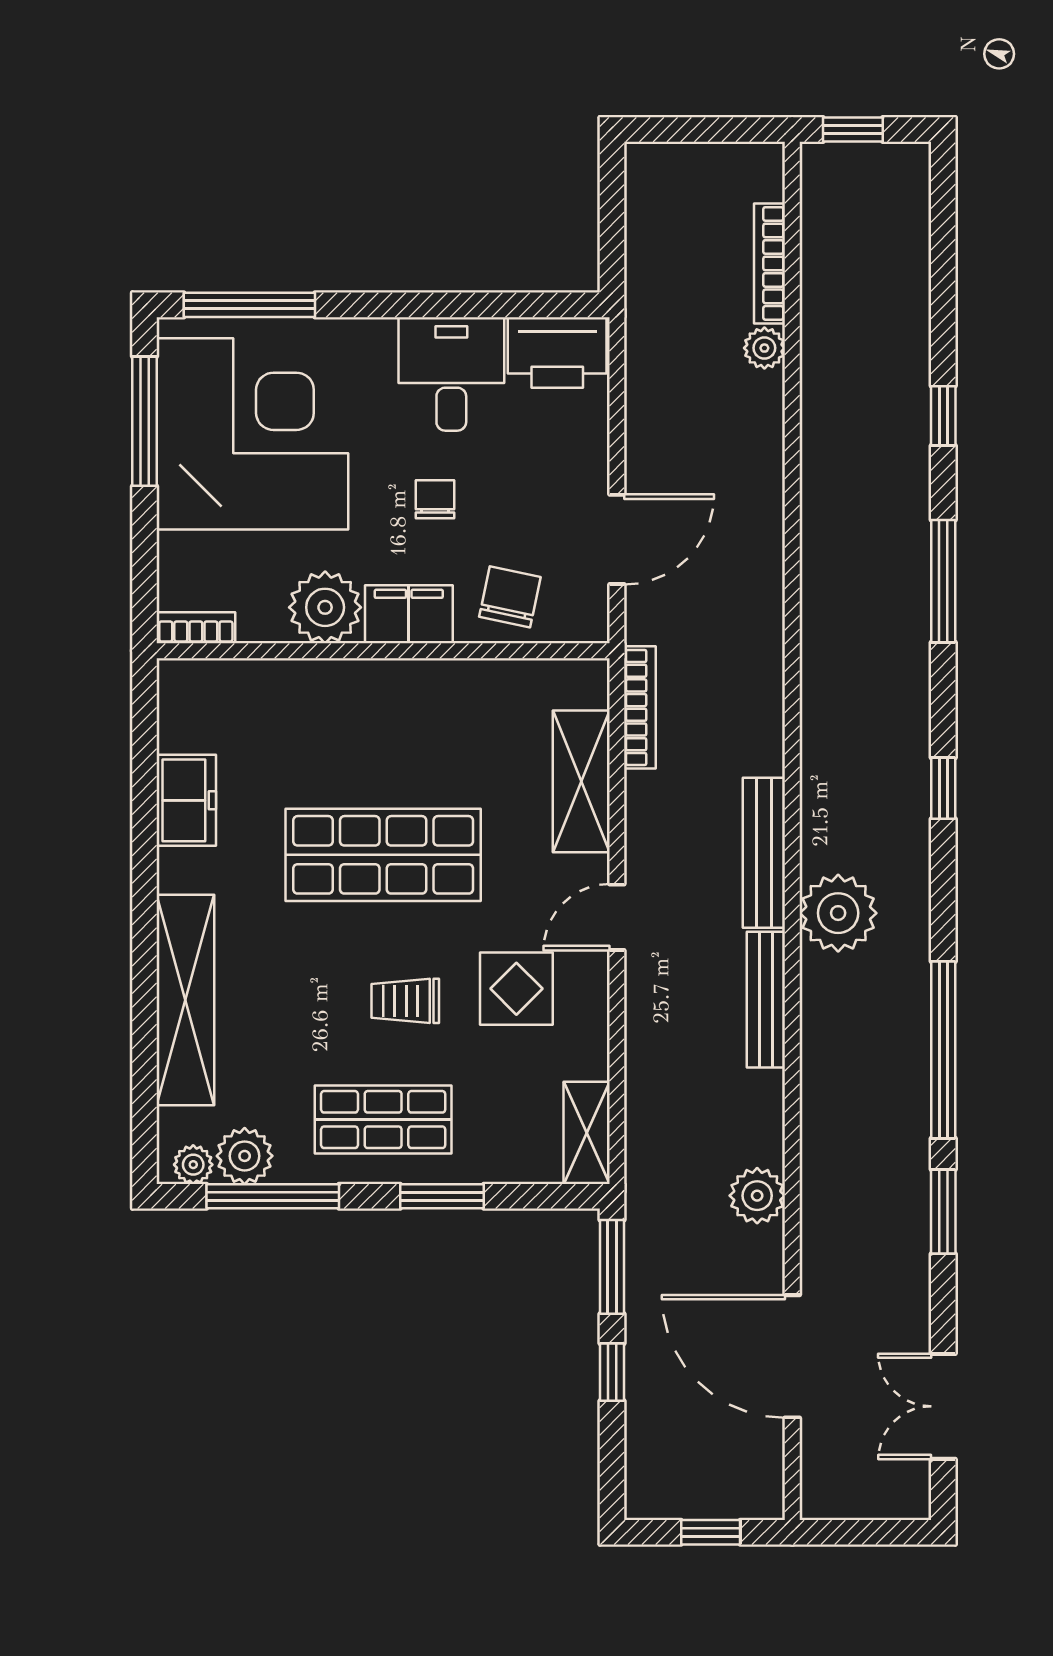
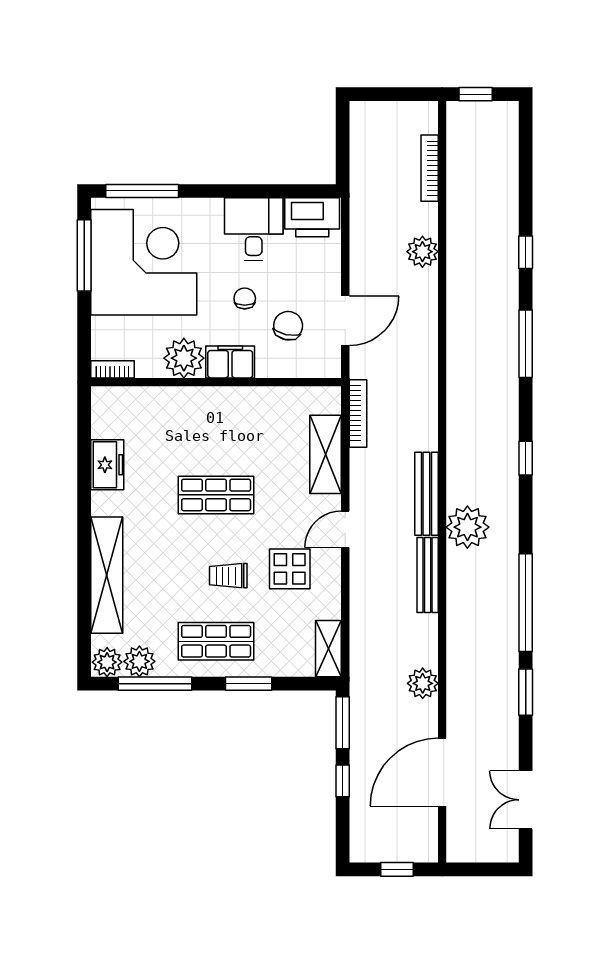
plant: (764, 348) -> (422, 252), moved, width x1.38, depth x1.38
chair: (510, 597) -> (288, 326), moved
shop shelf: (383, 855) -> (216, 495), width x0.70, depth x0.74
plant: (193, 1165) -> (107, 662), width x1.38, depth x1.38
door: (792, 1356) -> (442, 772), hinge flipped

